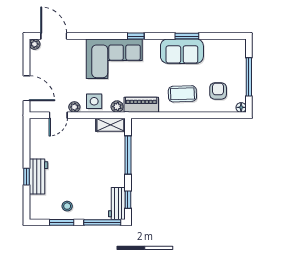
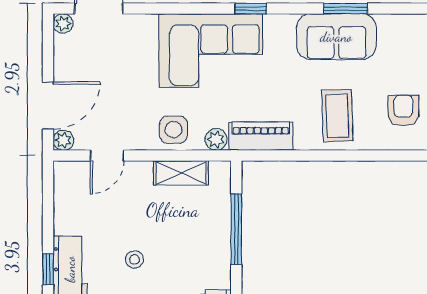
door: (26, 88) -> (48, 105), hinge flipped
coffee table: (182, 94) -> (337, 116), turned 90
plant: (74, 107) -> (63, 140), moved
shelving: (110, 125) -> (181, 173), moved
stool: (73, 171) -> (135, 259), added

